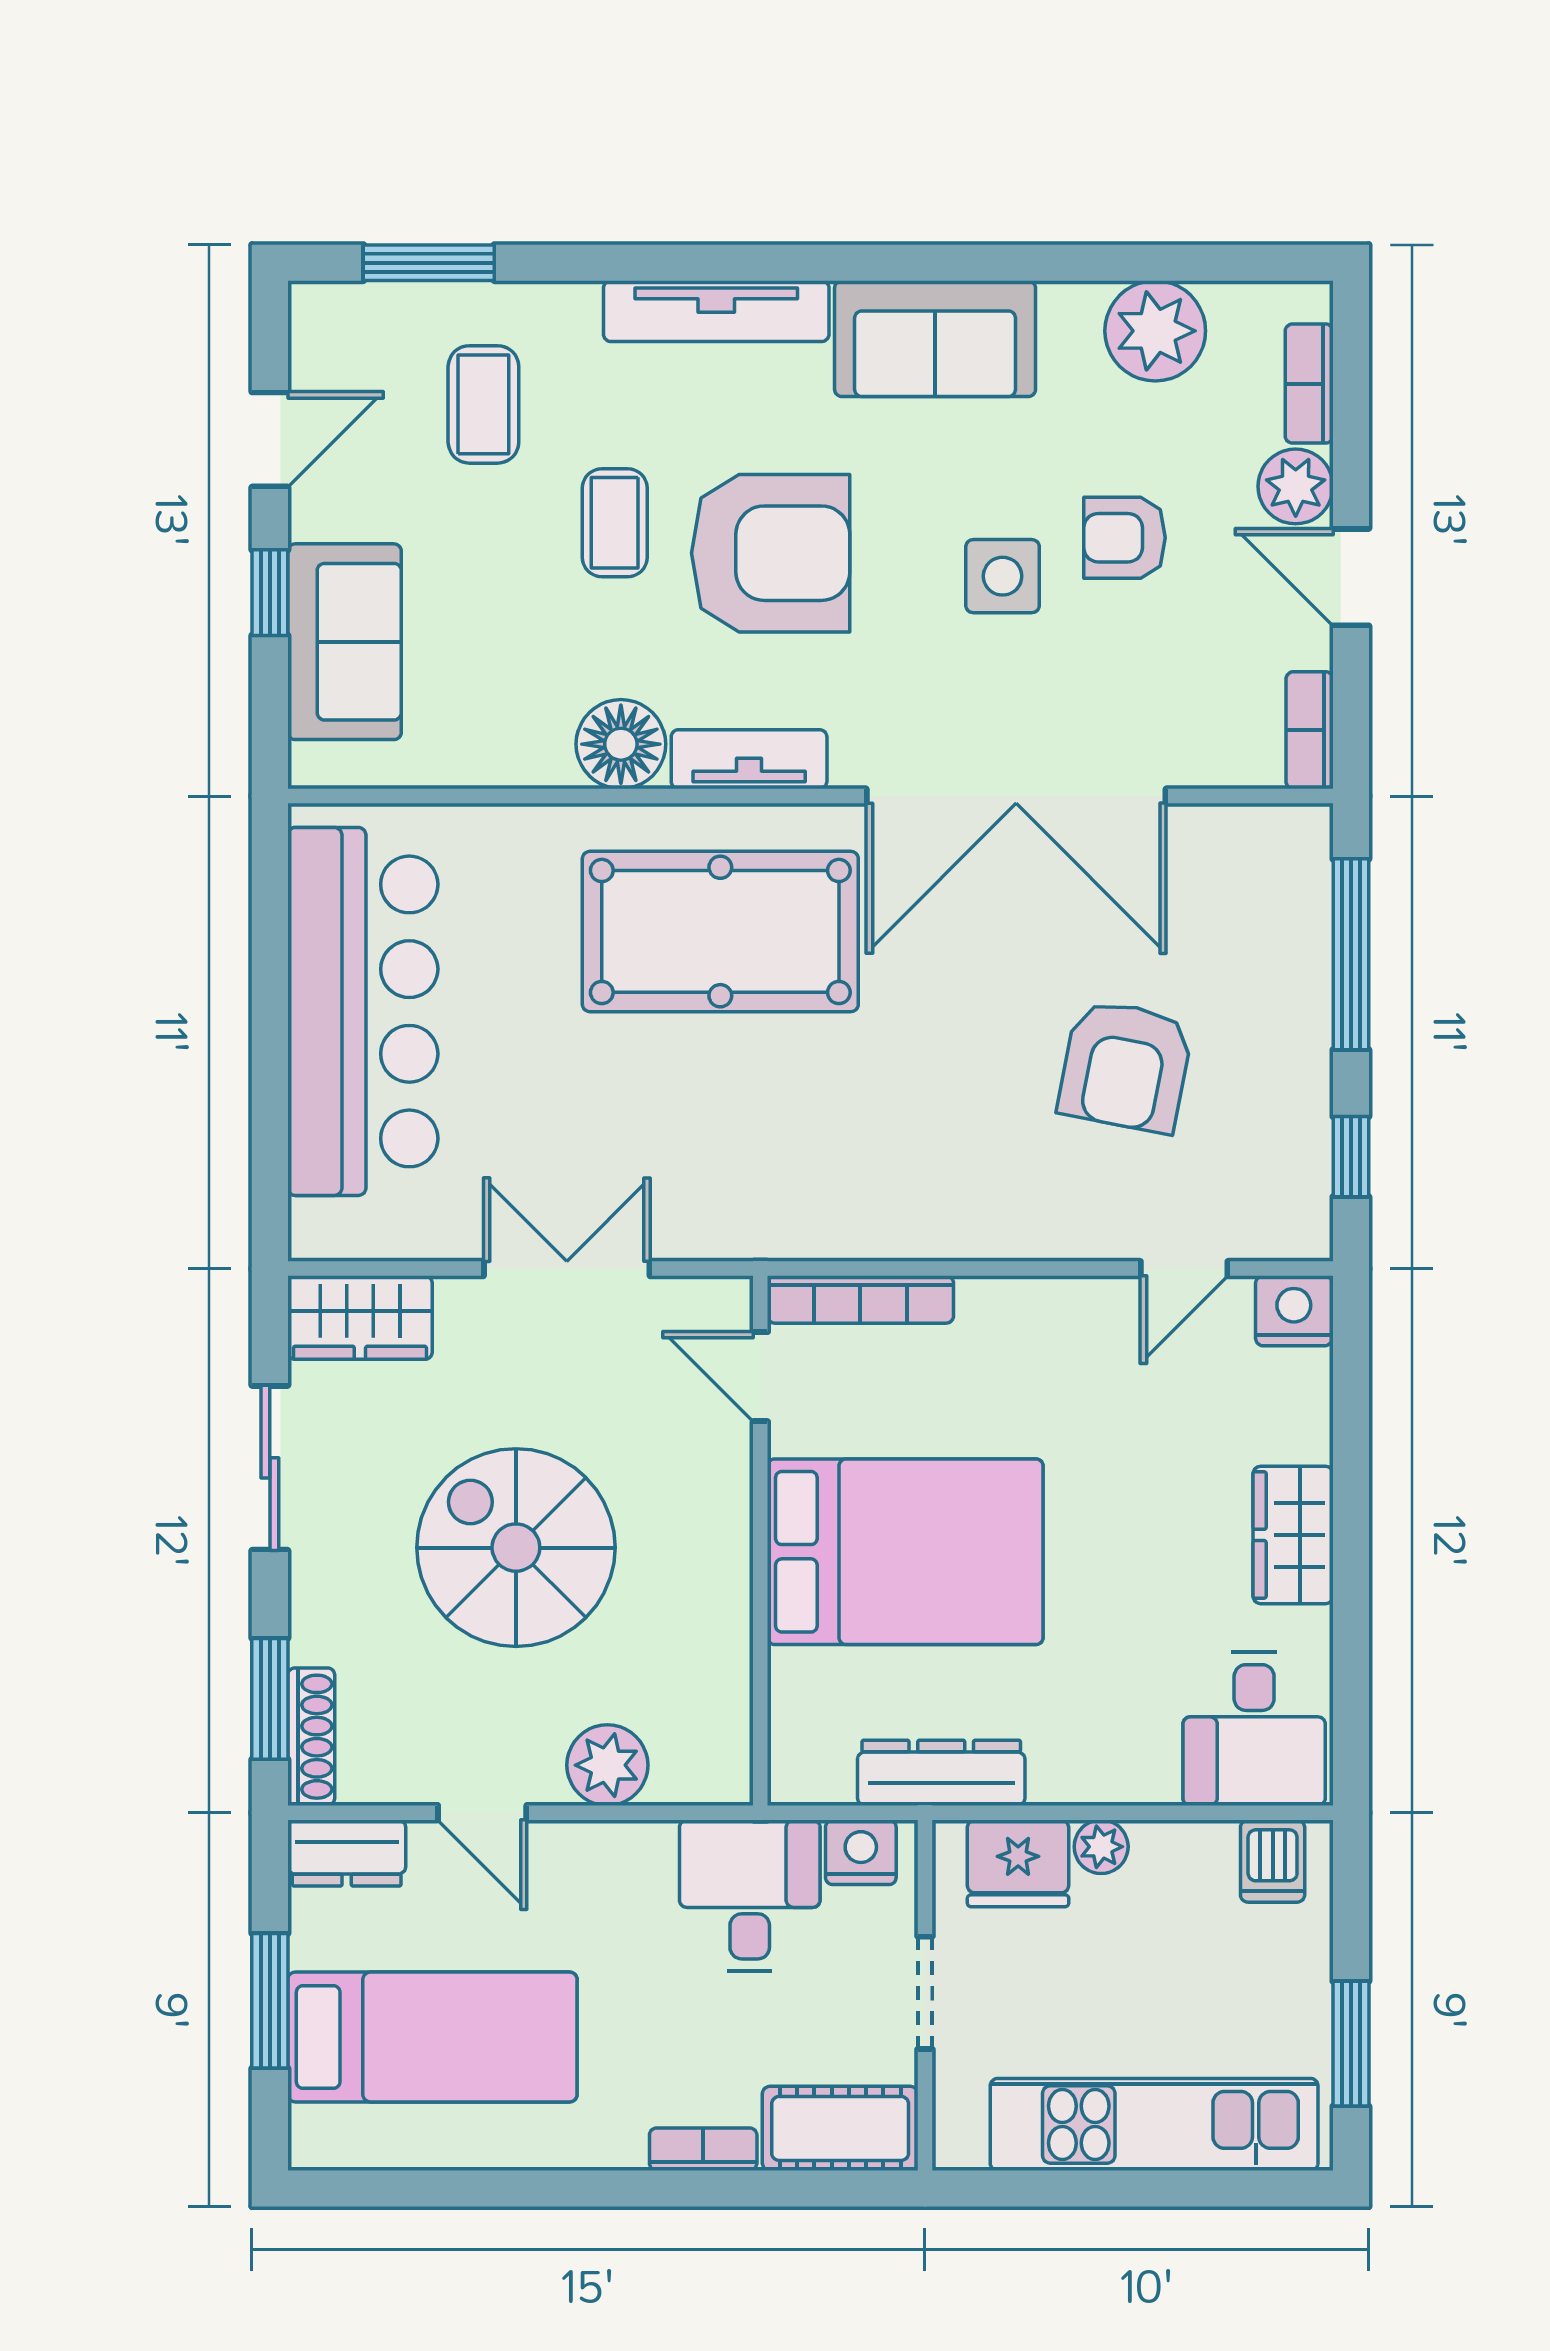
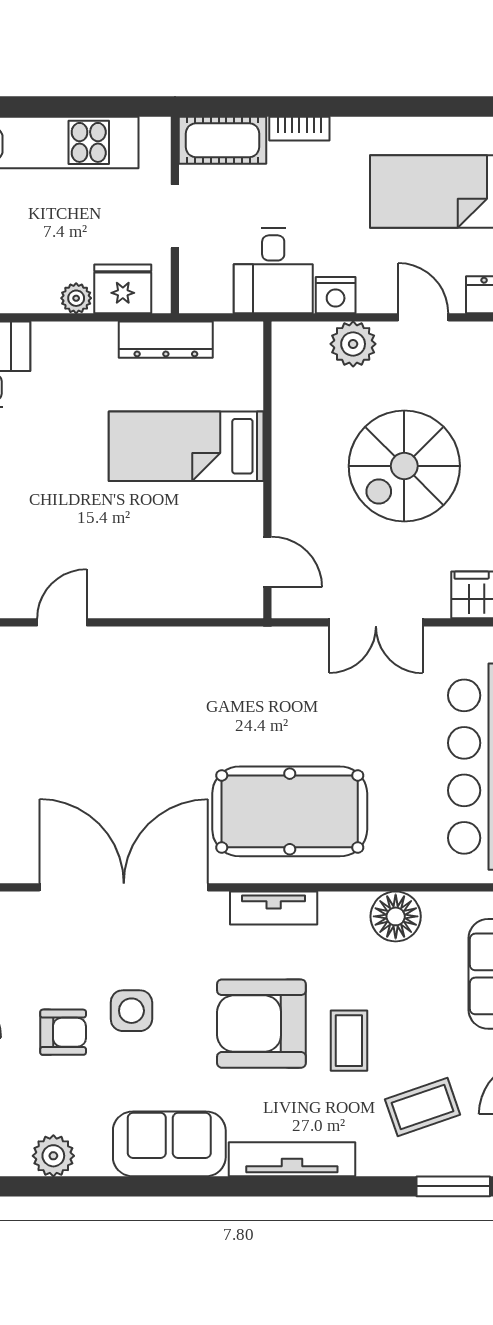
plant: (1155, 331) -> (53, 1156), width x0.73, depth x0.73
coffee table: (483, 404) -> (423, 1107), turned 71
floor lamp: (621, 744) -> (396, 916), moved
armchair: (1125, 1066) -> (63, 736), removed
door: (1184, 1269) -> (62, 622), moved
bookcase: (860, 1300) -> (211, 605), removed
spiral stairs: (516, 1548) -> (404, 466), turned 90
bed: (905, 1552) -> (186, 446), width x0.67
nightstand: (861, 1852) -> (336, 295), moved

